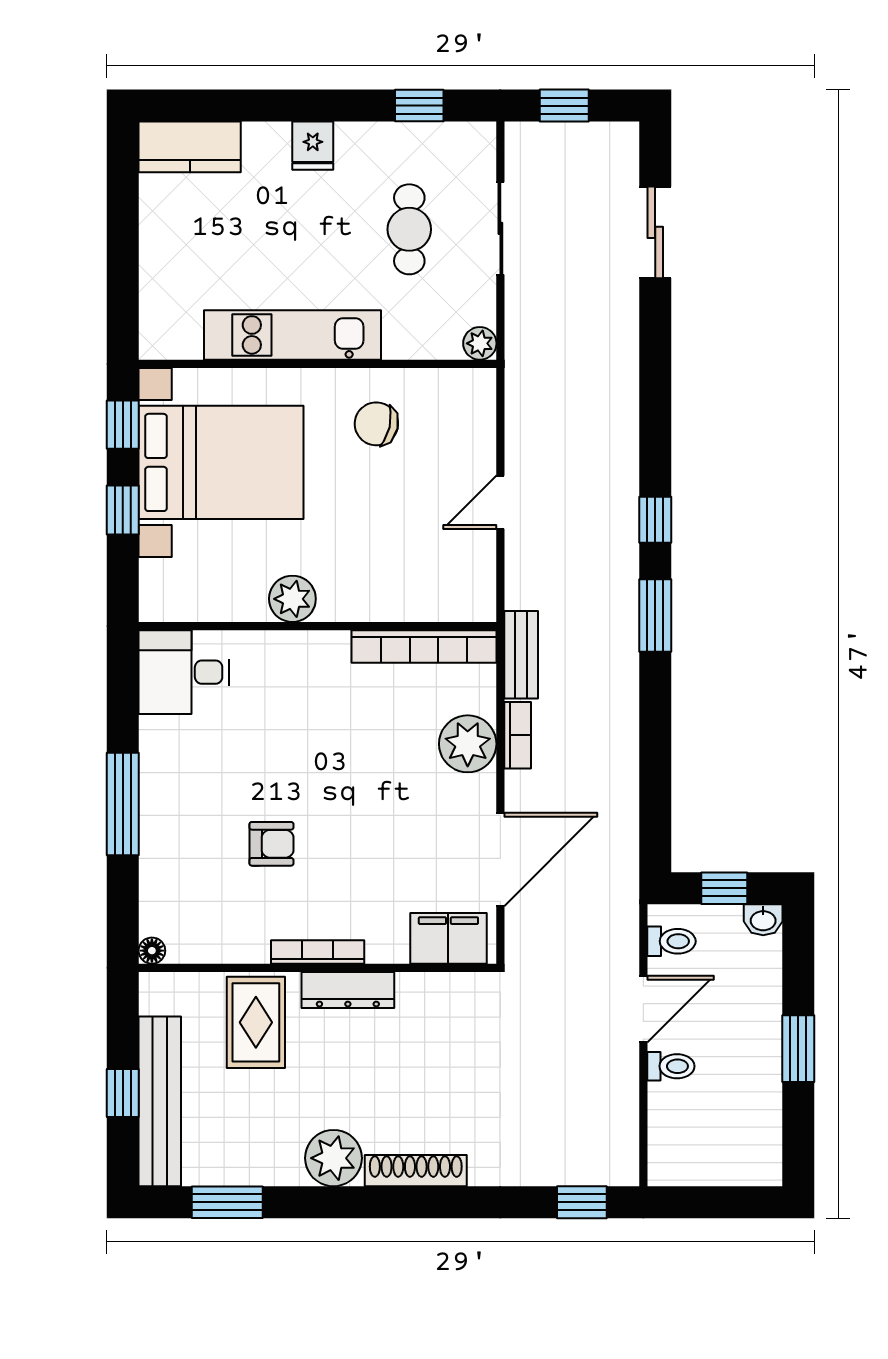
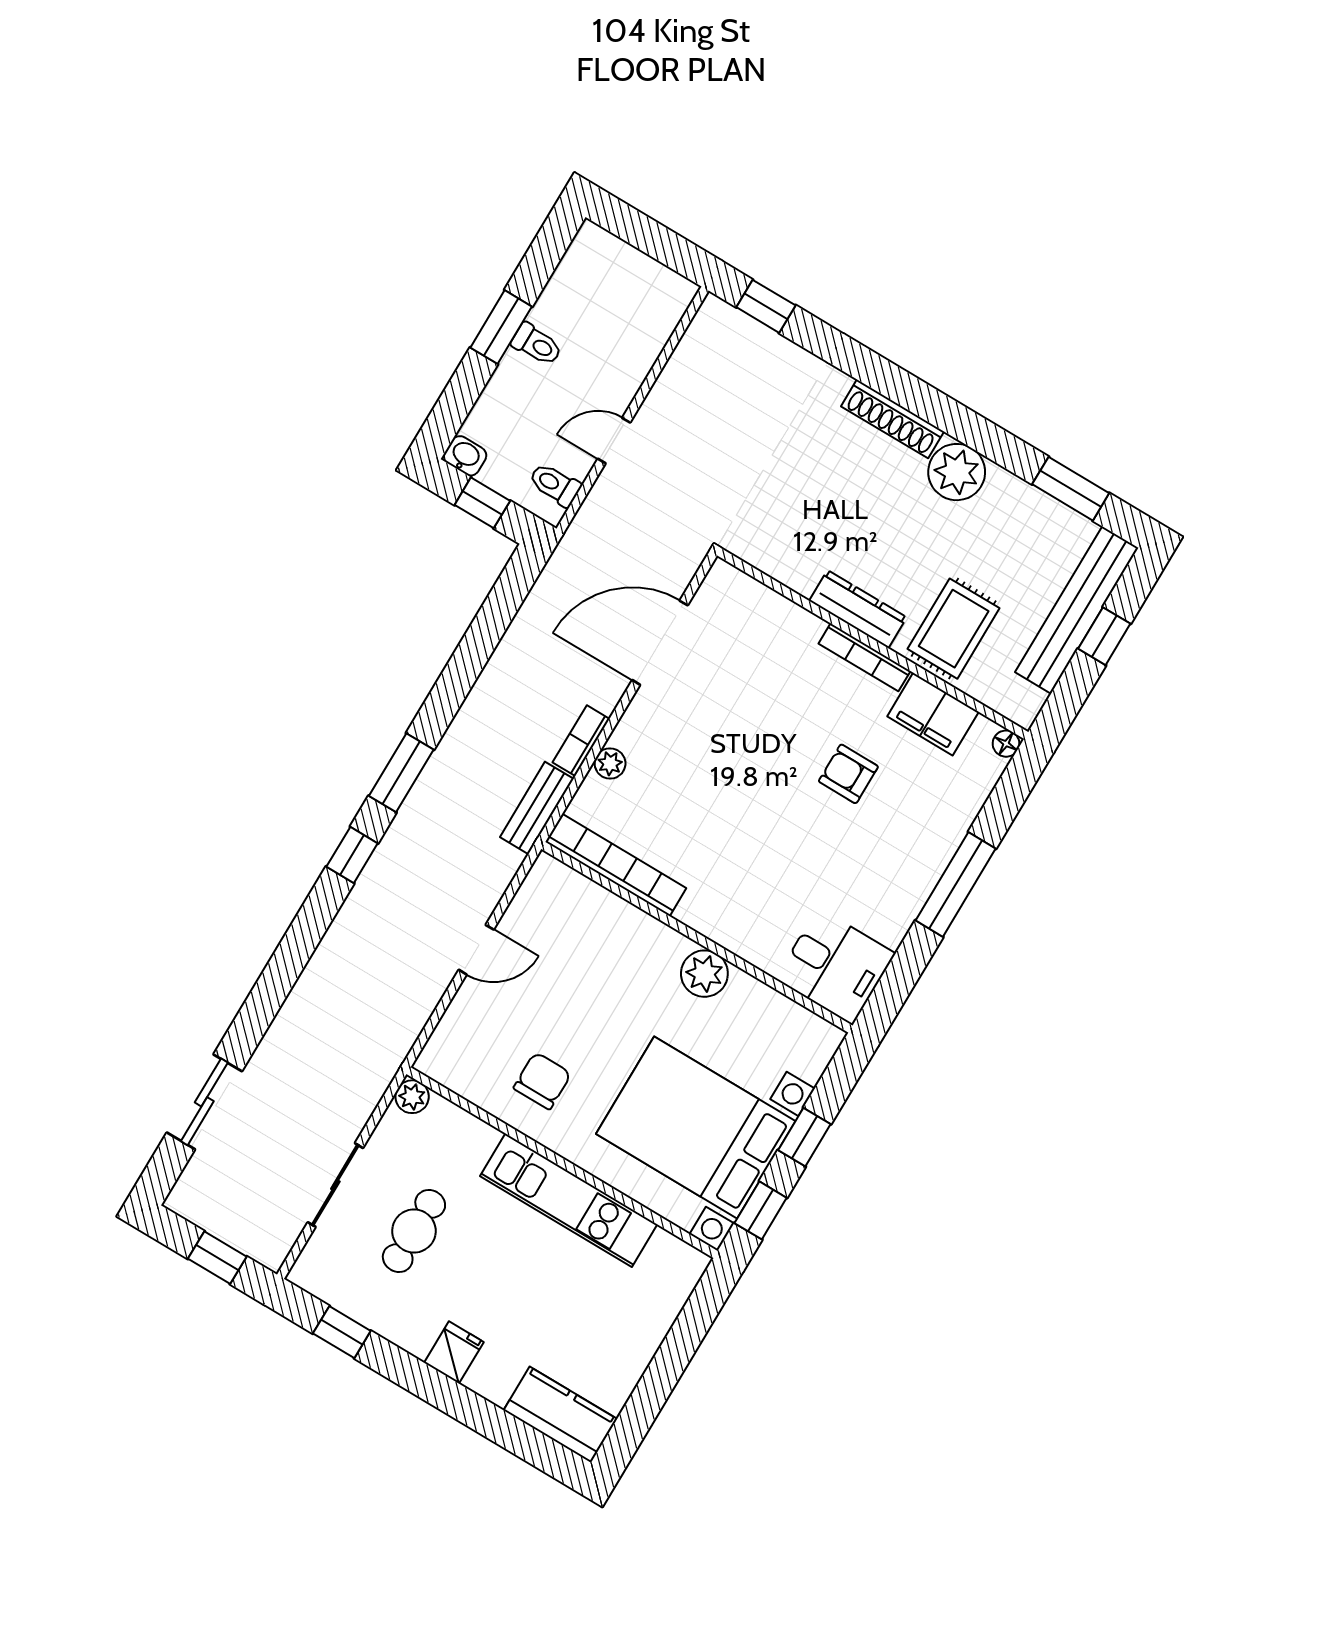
chair: (376, 424) -> (542, 1081), turned -103
plant: (468, 744) -> (610, 763), width x0.53, depth x0.53
filing cabinet: (448, 938) -> (933, 714), moved
door: (643, 1009) -> (614, 441), width x0.73
toilet: (671, 1066) -> (537, 344), moved, turned 180

